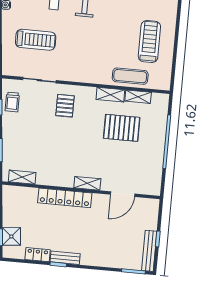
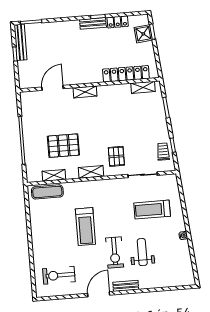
treadmill: (149, 42) -> (85, 227), moved
exercise mat: (130, 76) -> (47, 192), moved
shelving: (110, 95) -> (91, 172), moved
locker: (65, 198) -> (126, 74), moved

